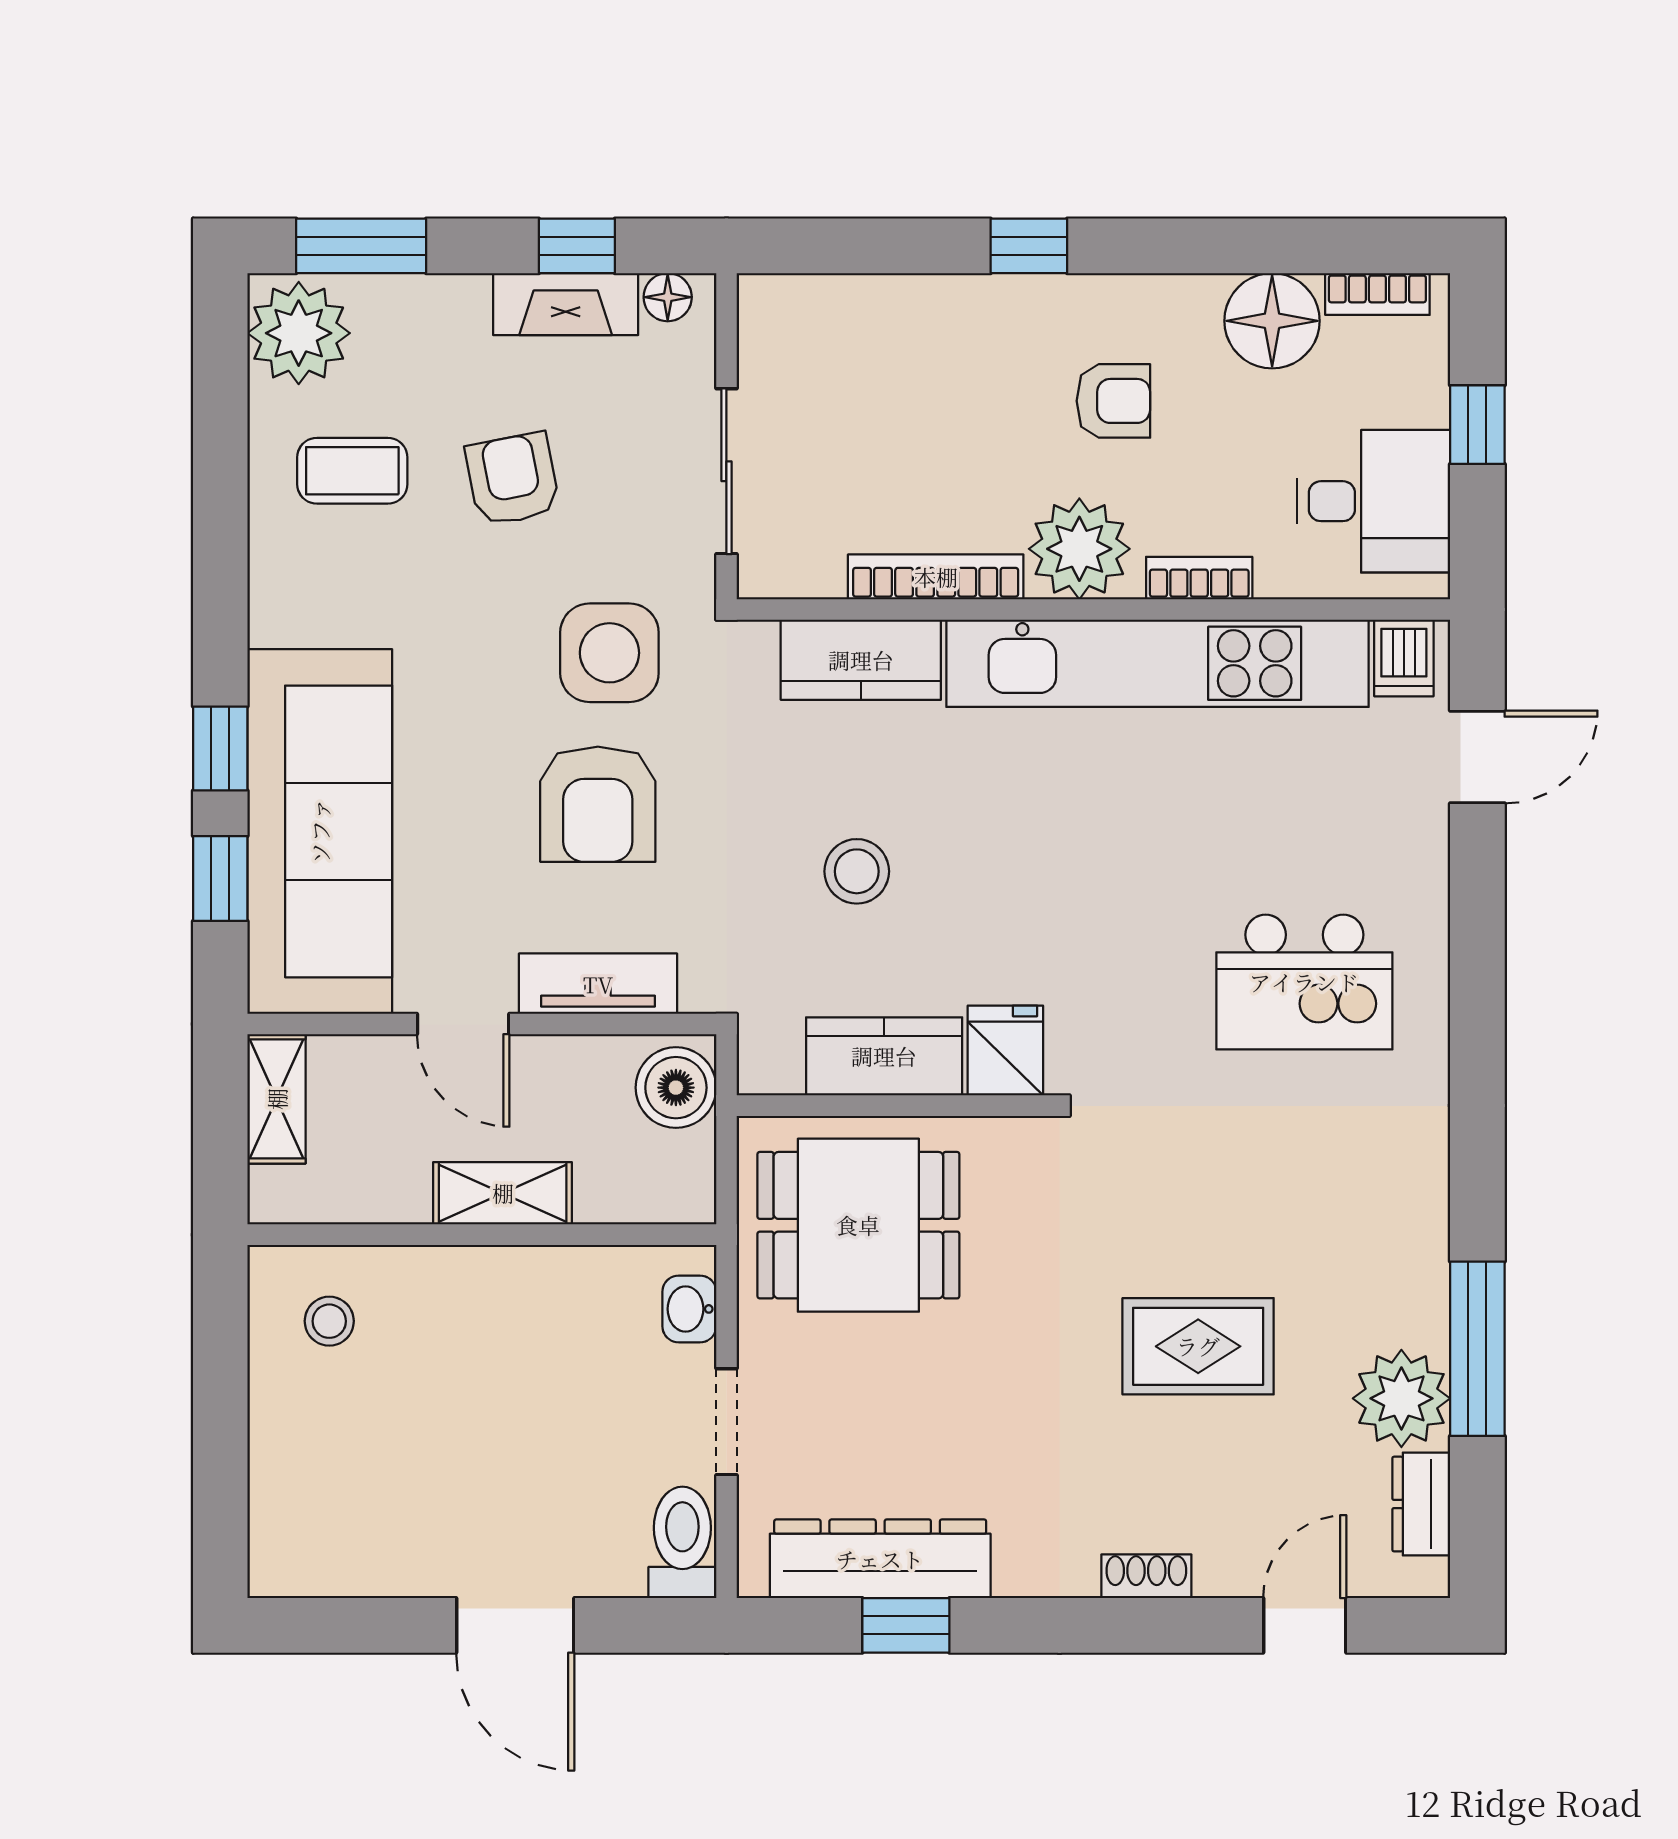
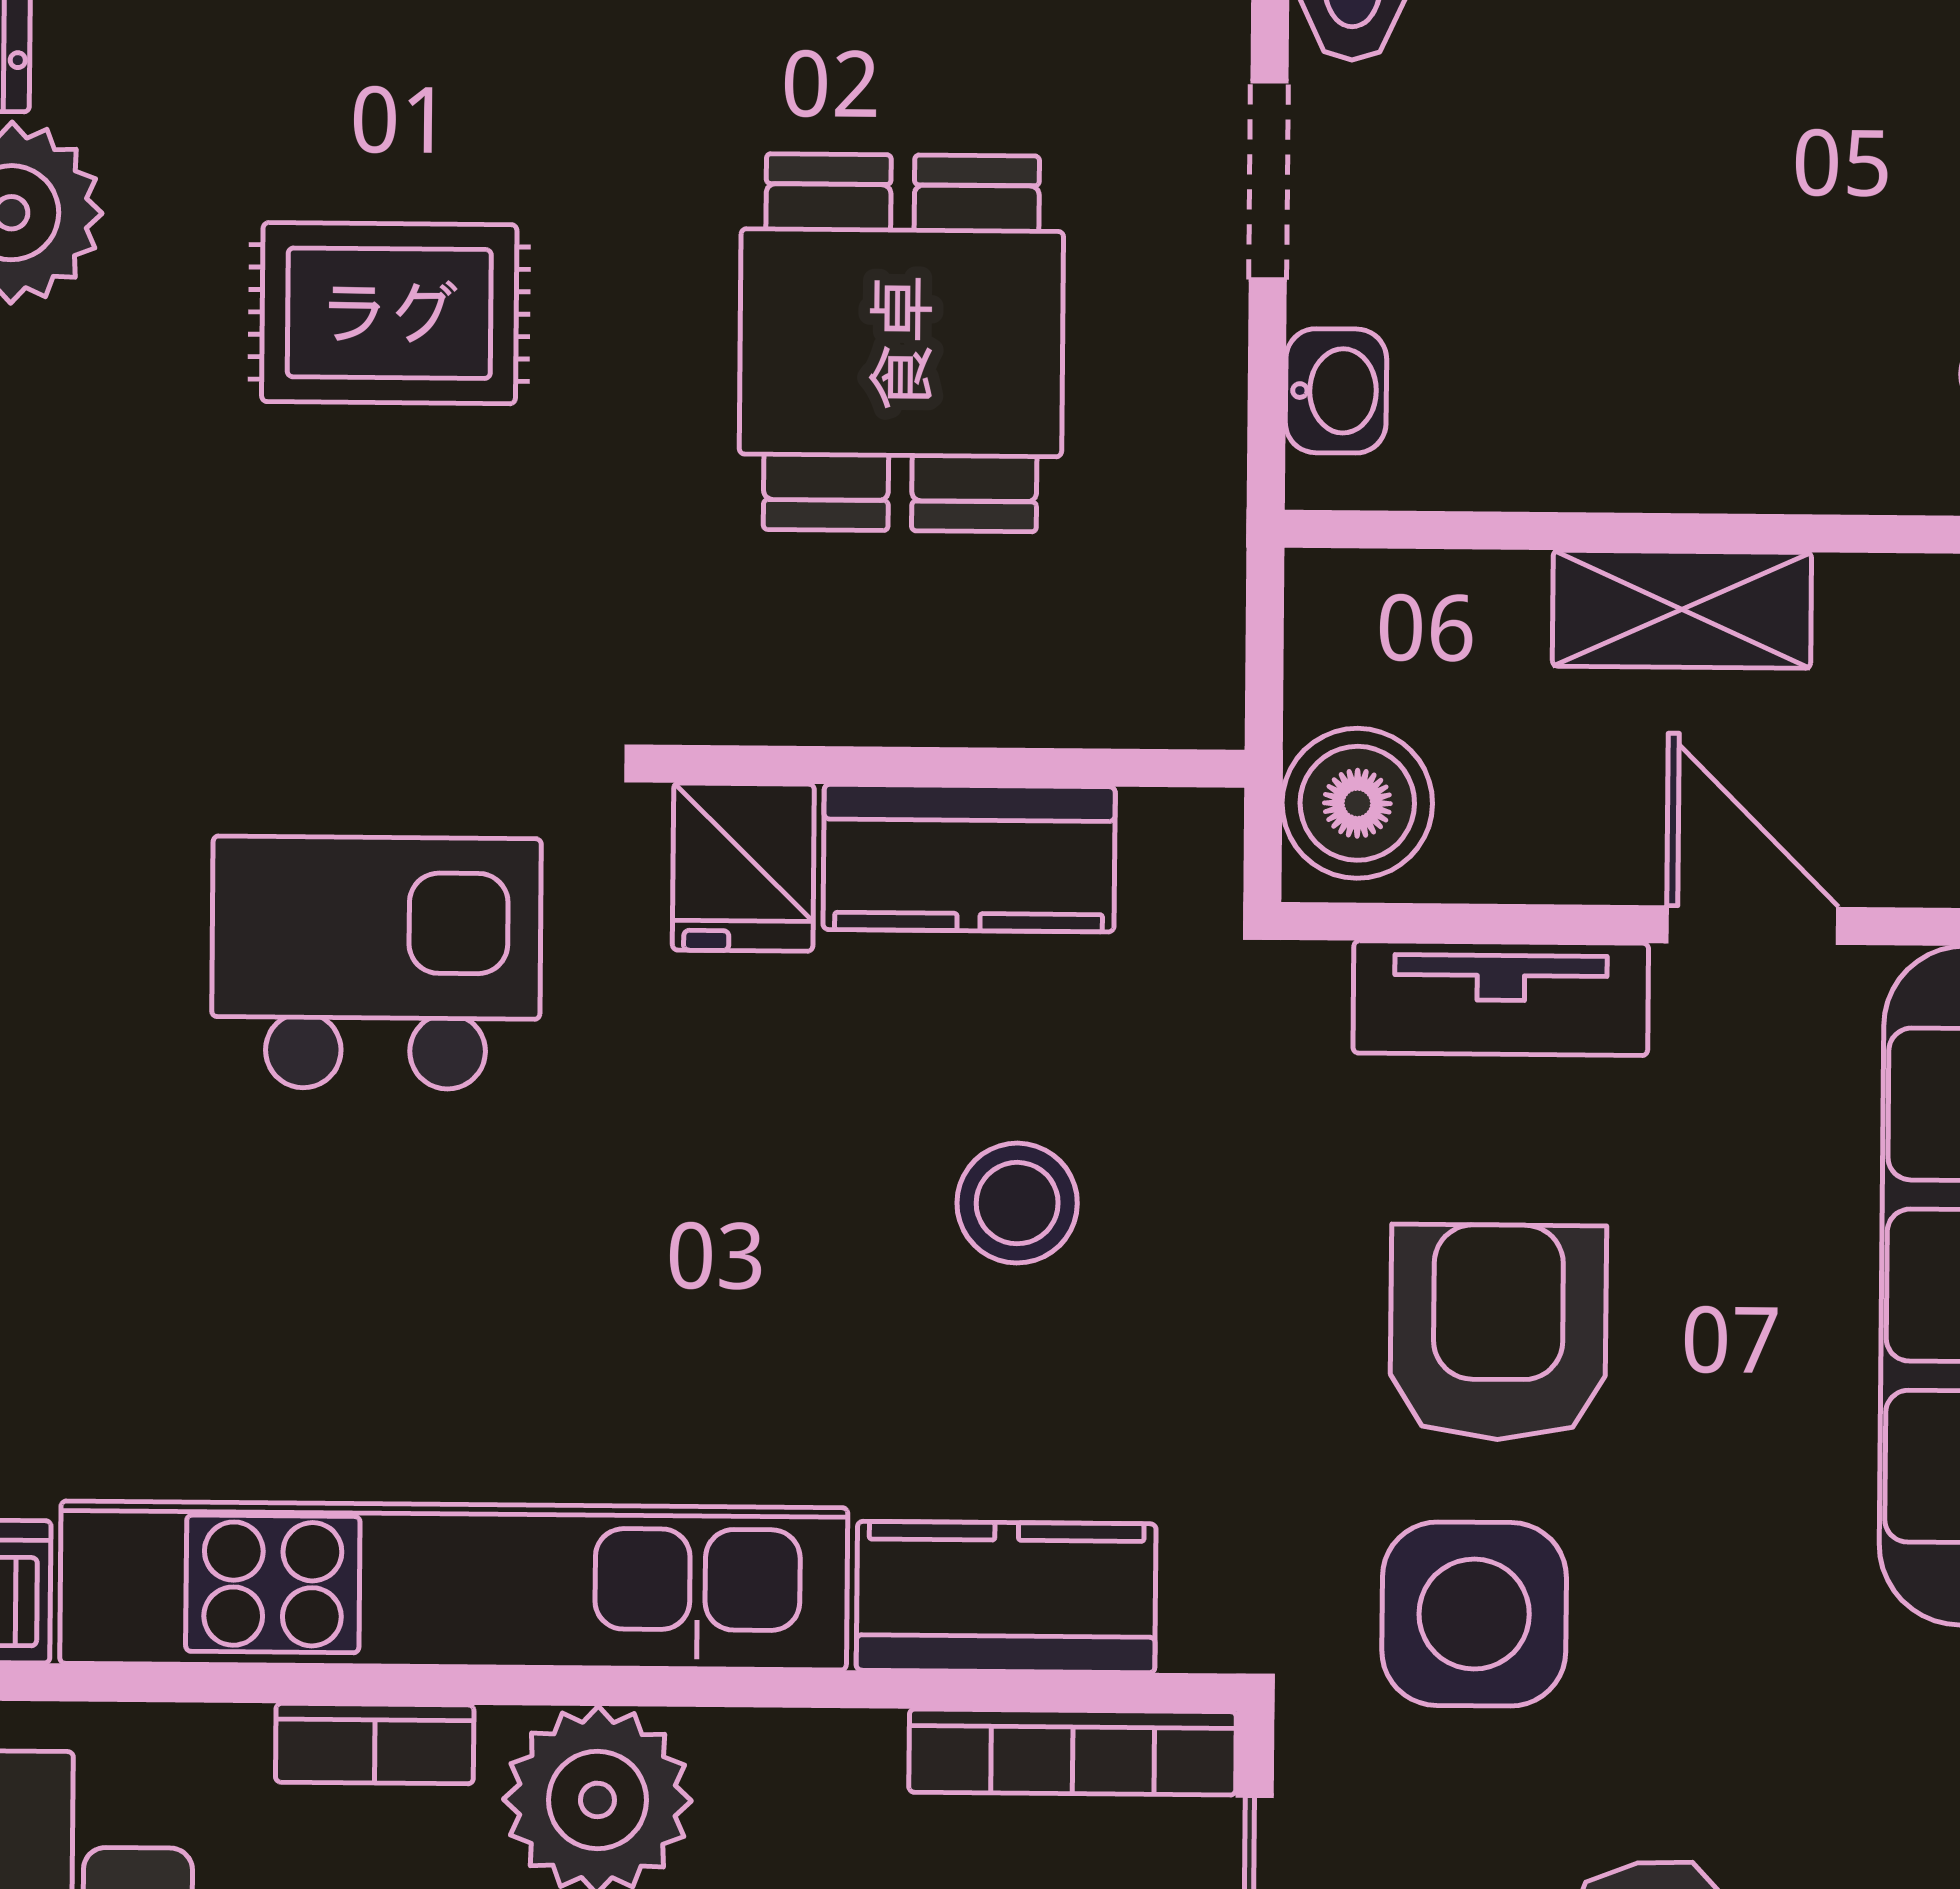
bookcase: (936, 577) -> (1073, 1752), moved
kitchen island: (1304, 982) -> (376, 963), moved
dining table: (858, 1225) -> (901, 343), moved, turned 90

